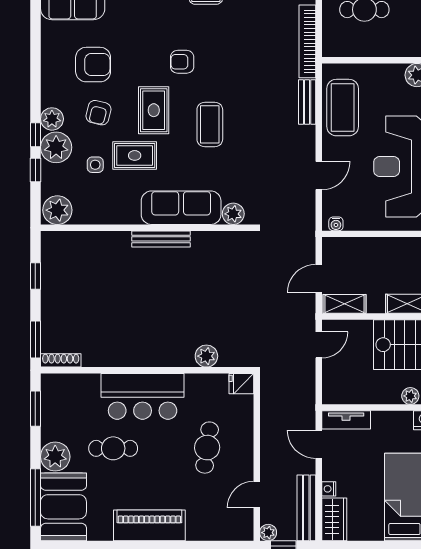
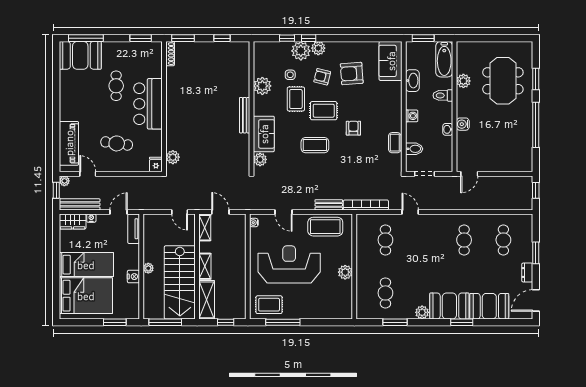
armchair: (93, 65) -> (352, 73), turned 86
sofa: (181, 208) -> (264, 134), width x0.73
plant: (57, 210) -> (262, 86), moved
plant: (206, 356) -> (173, 157), moved
plant: (55, 457) -> (111, 50), removed
piano: (149, 525) -> (69, 143), moved

